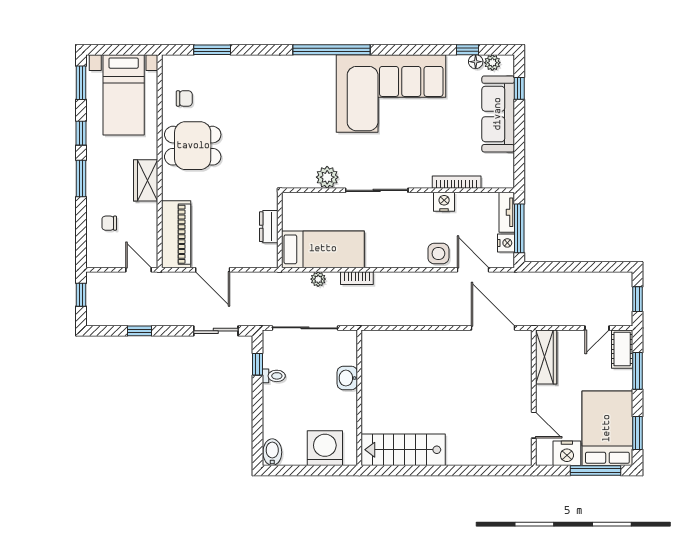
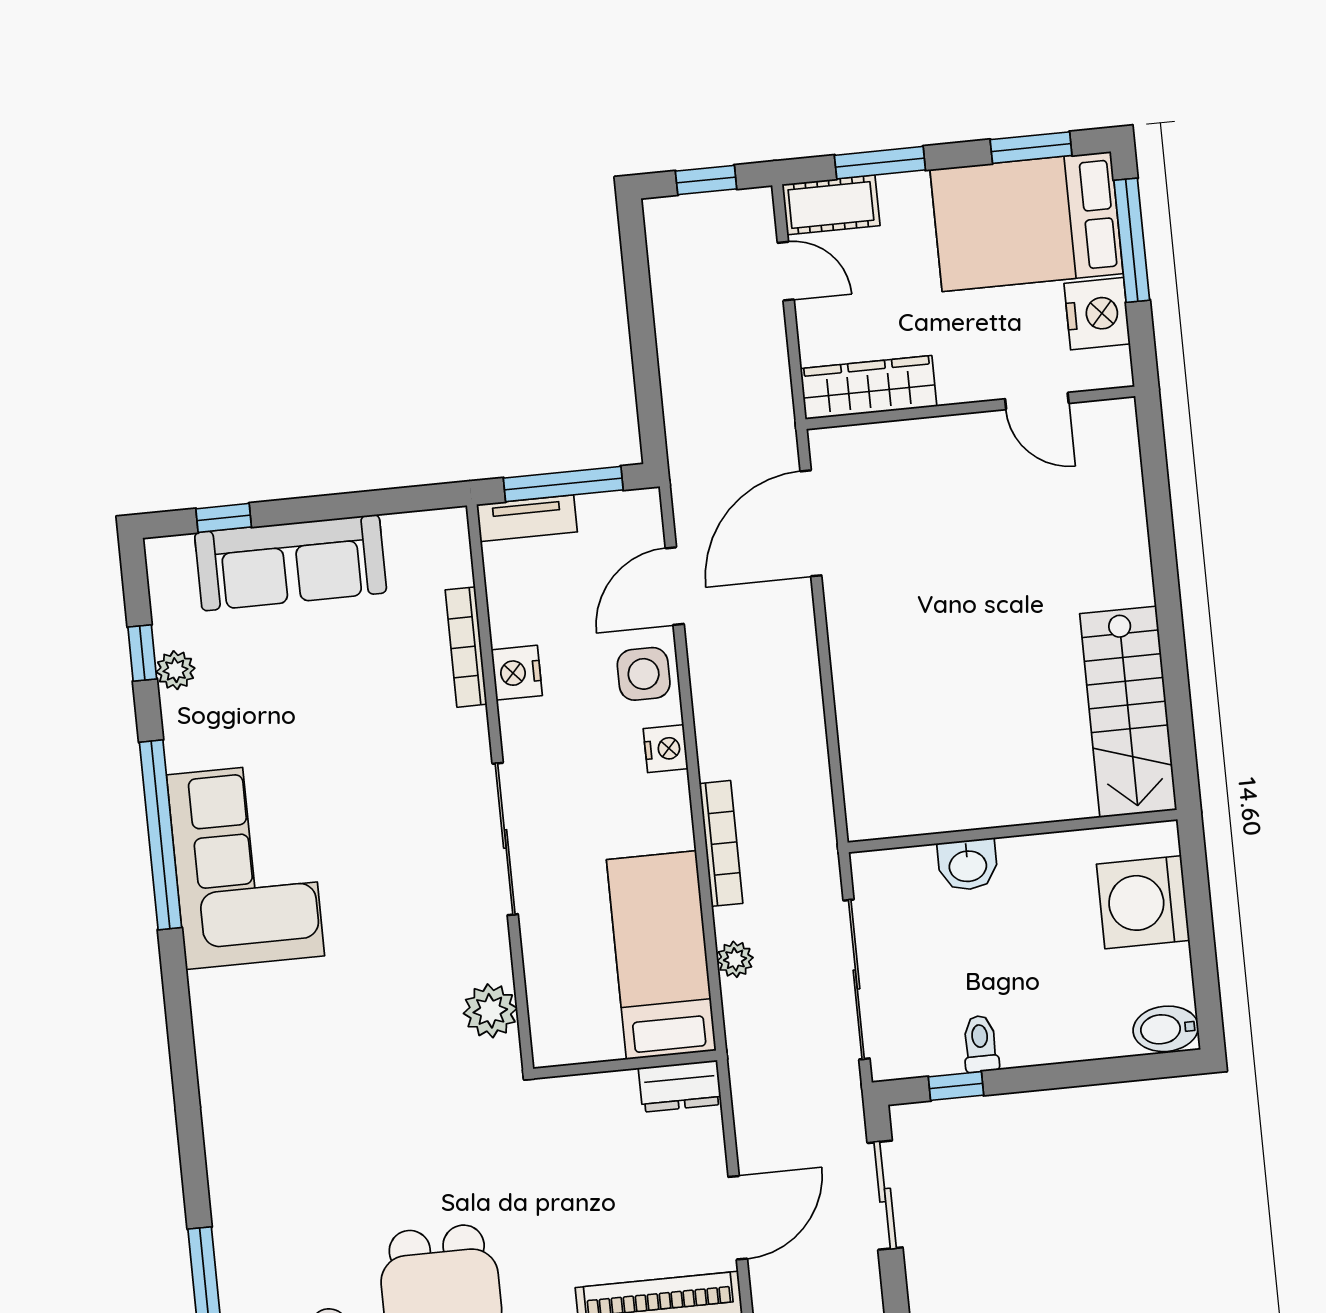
window: (332, 50) -> (160, 835), moved
floor lamp: (476, 62) -> (169, 630), removed
plant: (492, 63) -> (175, 670), moved
corner sofa: (391, 94) -> (245, 865), width x0.73, depth x0.74
plant: (327, 177) -> (490, 1011), moved
dresser: (269, 227) -> (680, 1086), moved
nightstand: (506, 243) -> (666, 749), moved, turned 90
bookcase: (357, 278) -> (721, 843), width x1.56
door: (534, 425) -> (1037, 401), swing flipped

